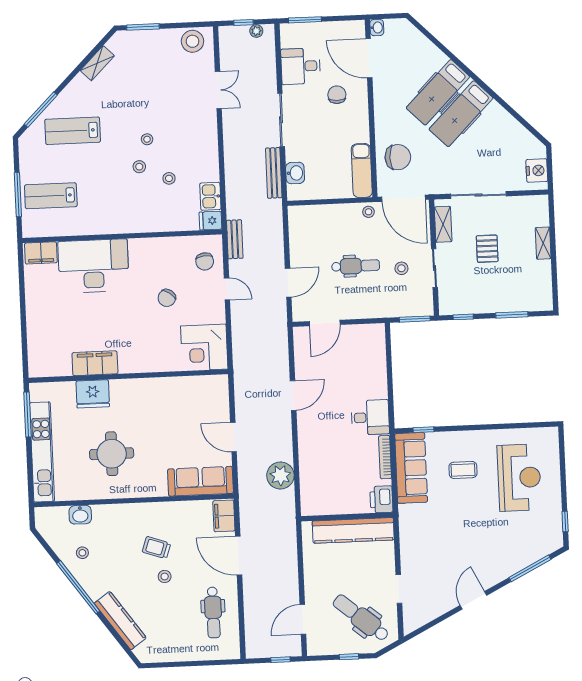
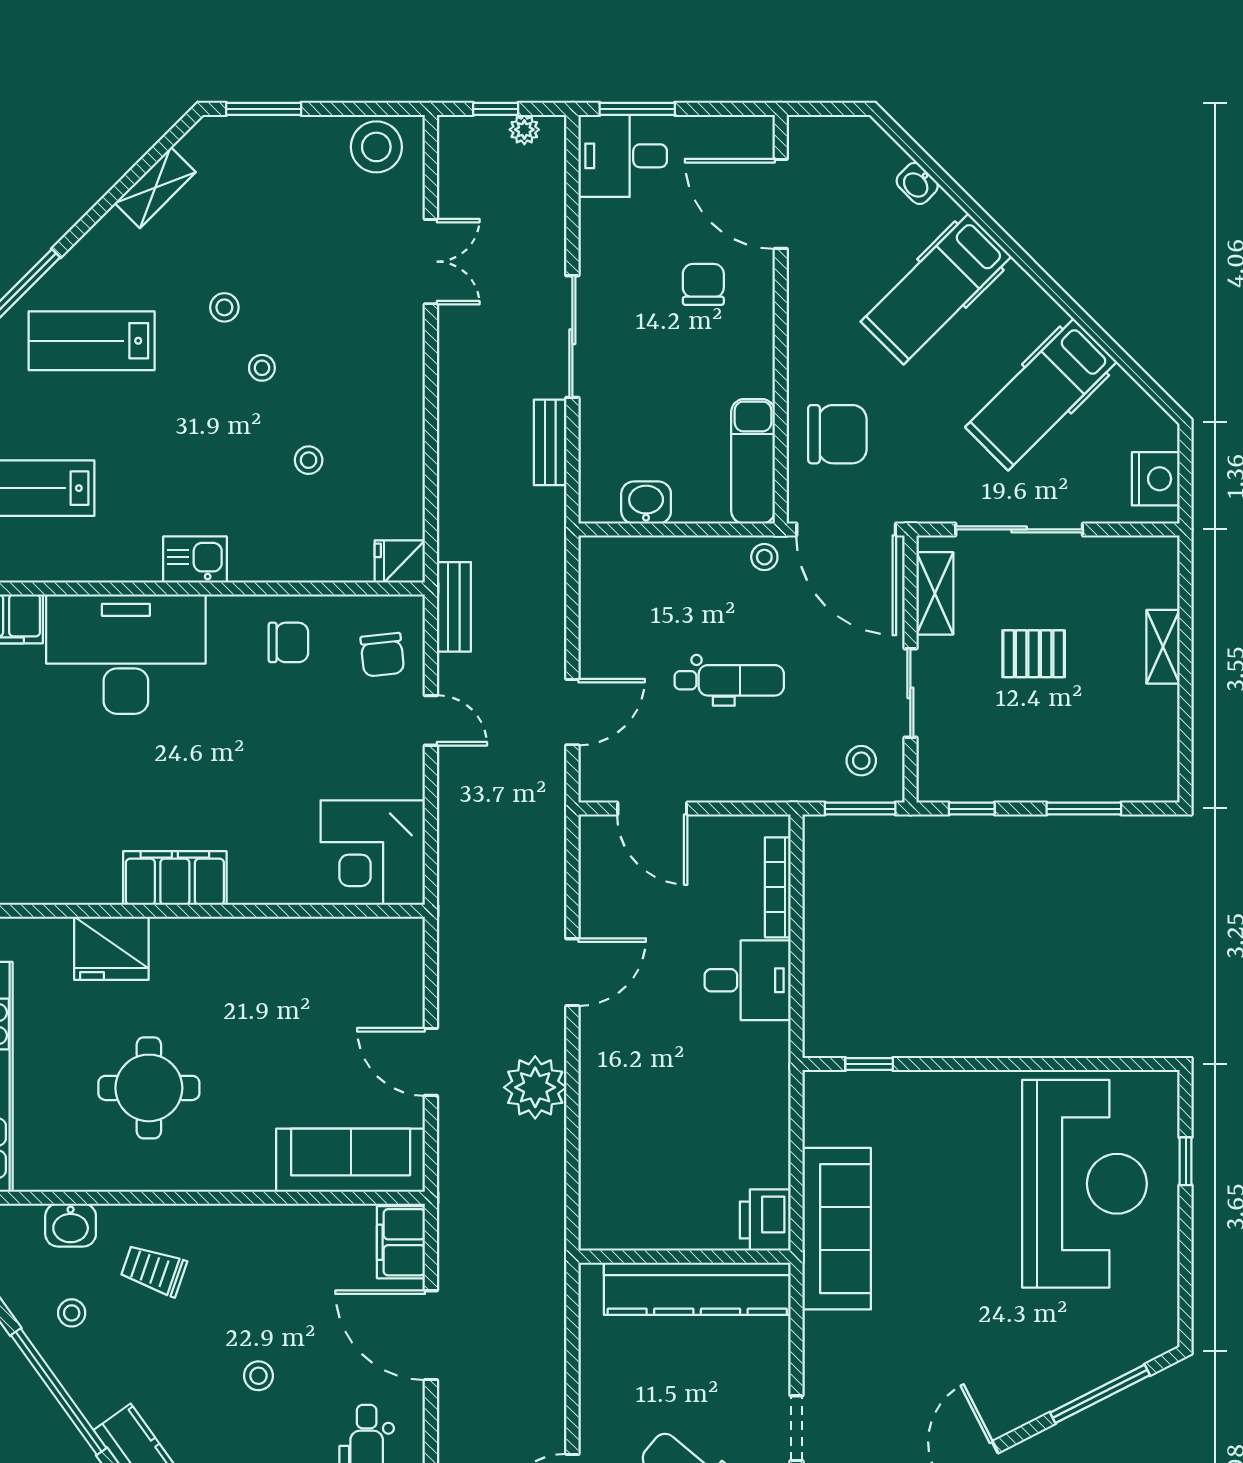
washbasin: (377, 28) -> (917, 183), moved, turned 135
desk: (301, 66) -> (623, 156), moved
hospital bed: (461, 114) -> (1041, 394), moved
stool: (139, 167) -> (224, 307), moved
bench: (274, 173) -> (550, 442), width x0.73
washbasin: (295, 173) -> (646, 503), moved, turned -90
kitchen sink: (210, 196) -> (195, 559), moved, turned 90
pallet: (487, 249) -> (1034, 654), turned 90
stool: (401, 268) -> (861, 761), moved
chair: (167, 298) -> (288, 642), moved, turned -125
door: (325, 323) -> (652, 809), hinge flipped
filing cabinet: (95, 363) -> (175, 878), moved
desk: (370, 417) -> (748, 980), moved
bookcase: (385, 457) -> (778, 887), moved
sofa: (411, 468) -> (837, 1229), moved
coffee table: (463, 470) -> (956, 1161), removed
plant: (280, 476) -> (535, 1087), moved
reception desk: (519, 478) -> (1084, 1184), width x1.36, depth x1.30
window: (565, 521) -> (1186, 1161), moved
trolley: (156, 548) -> (154, 1270), moved

